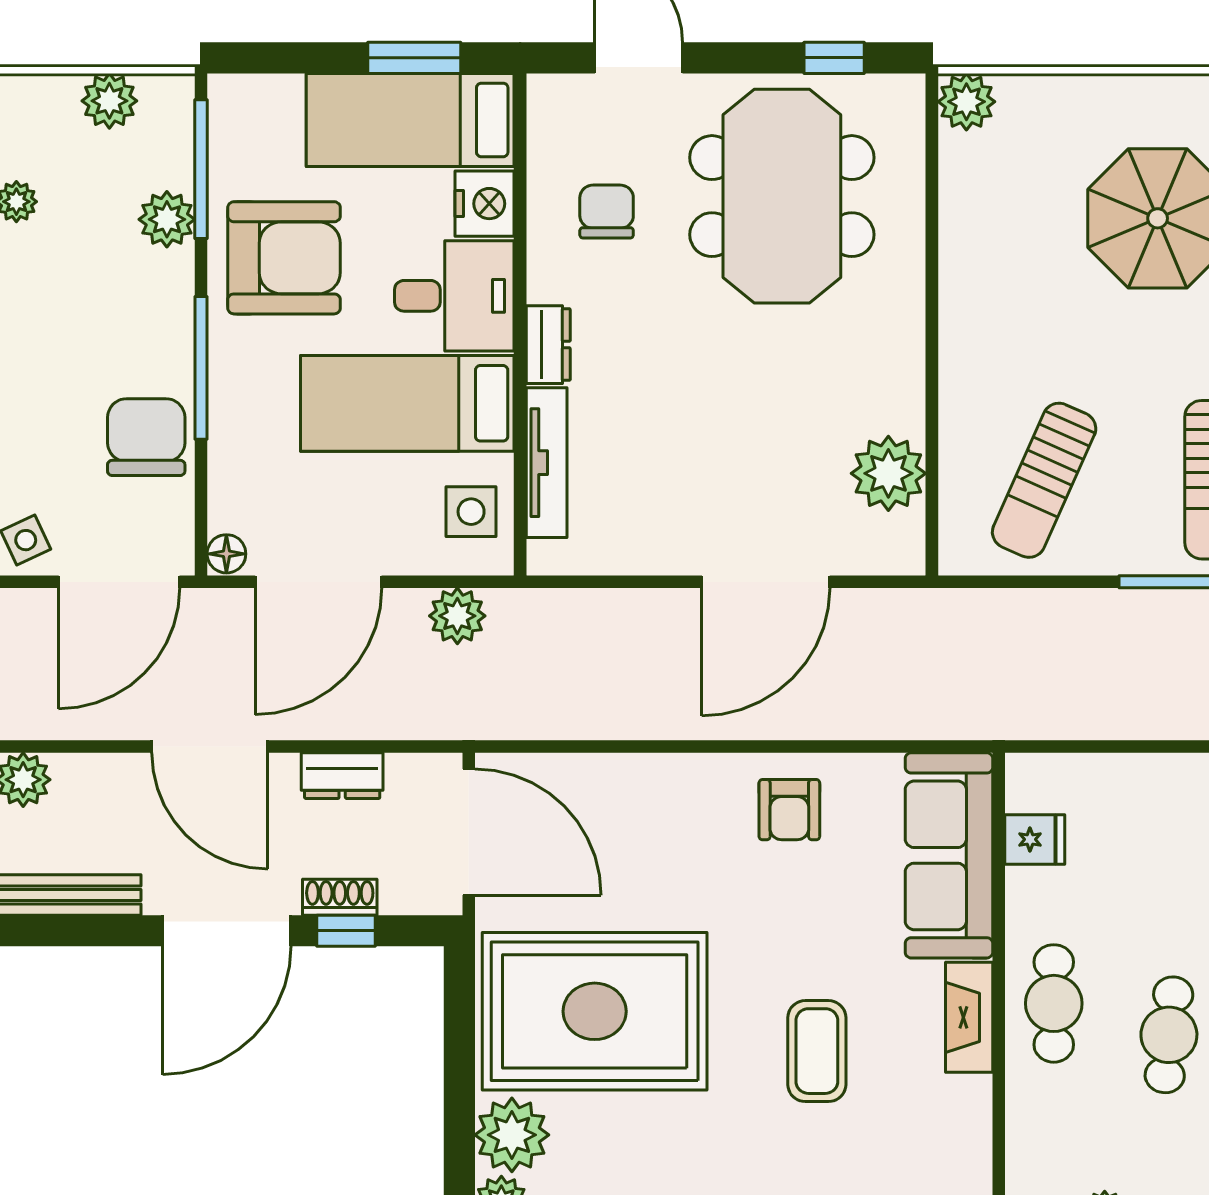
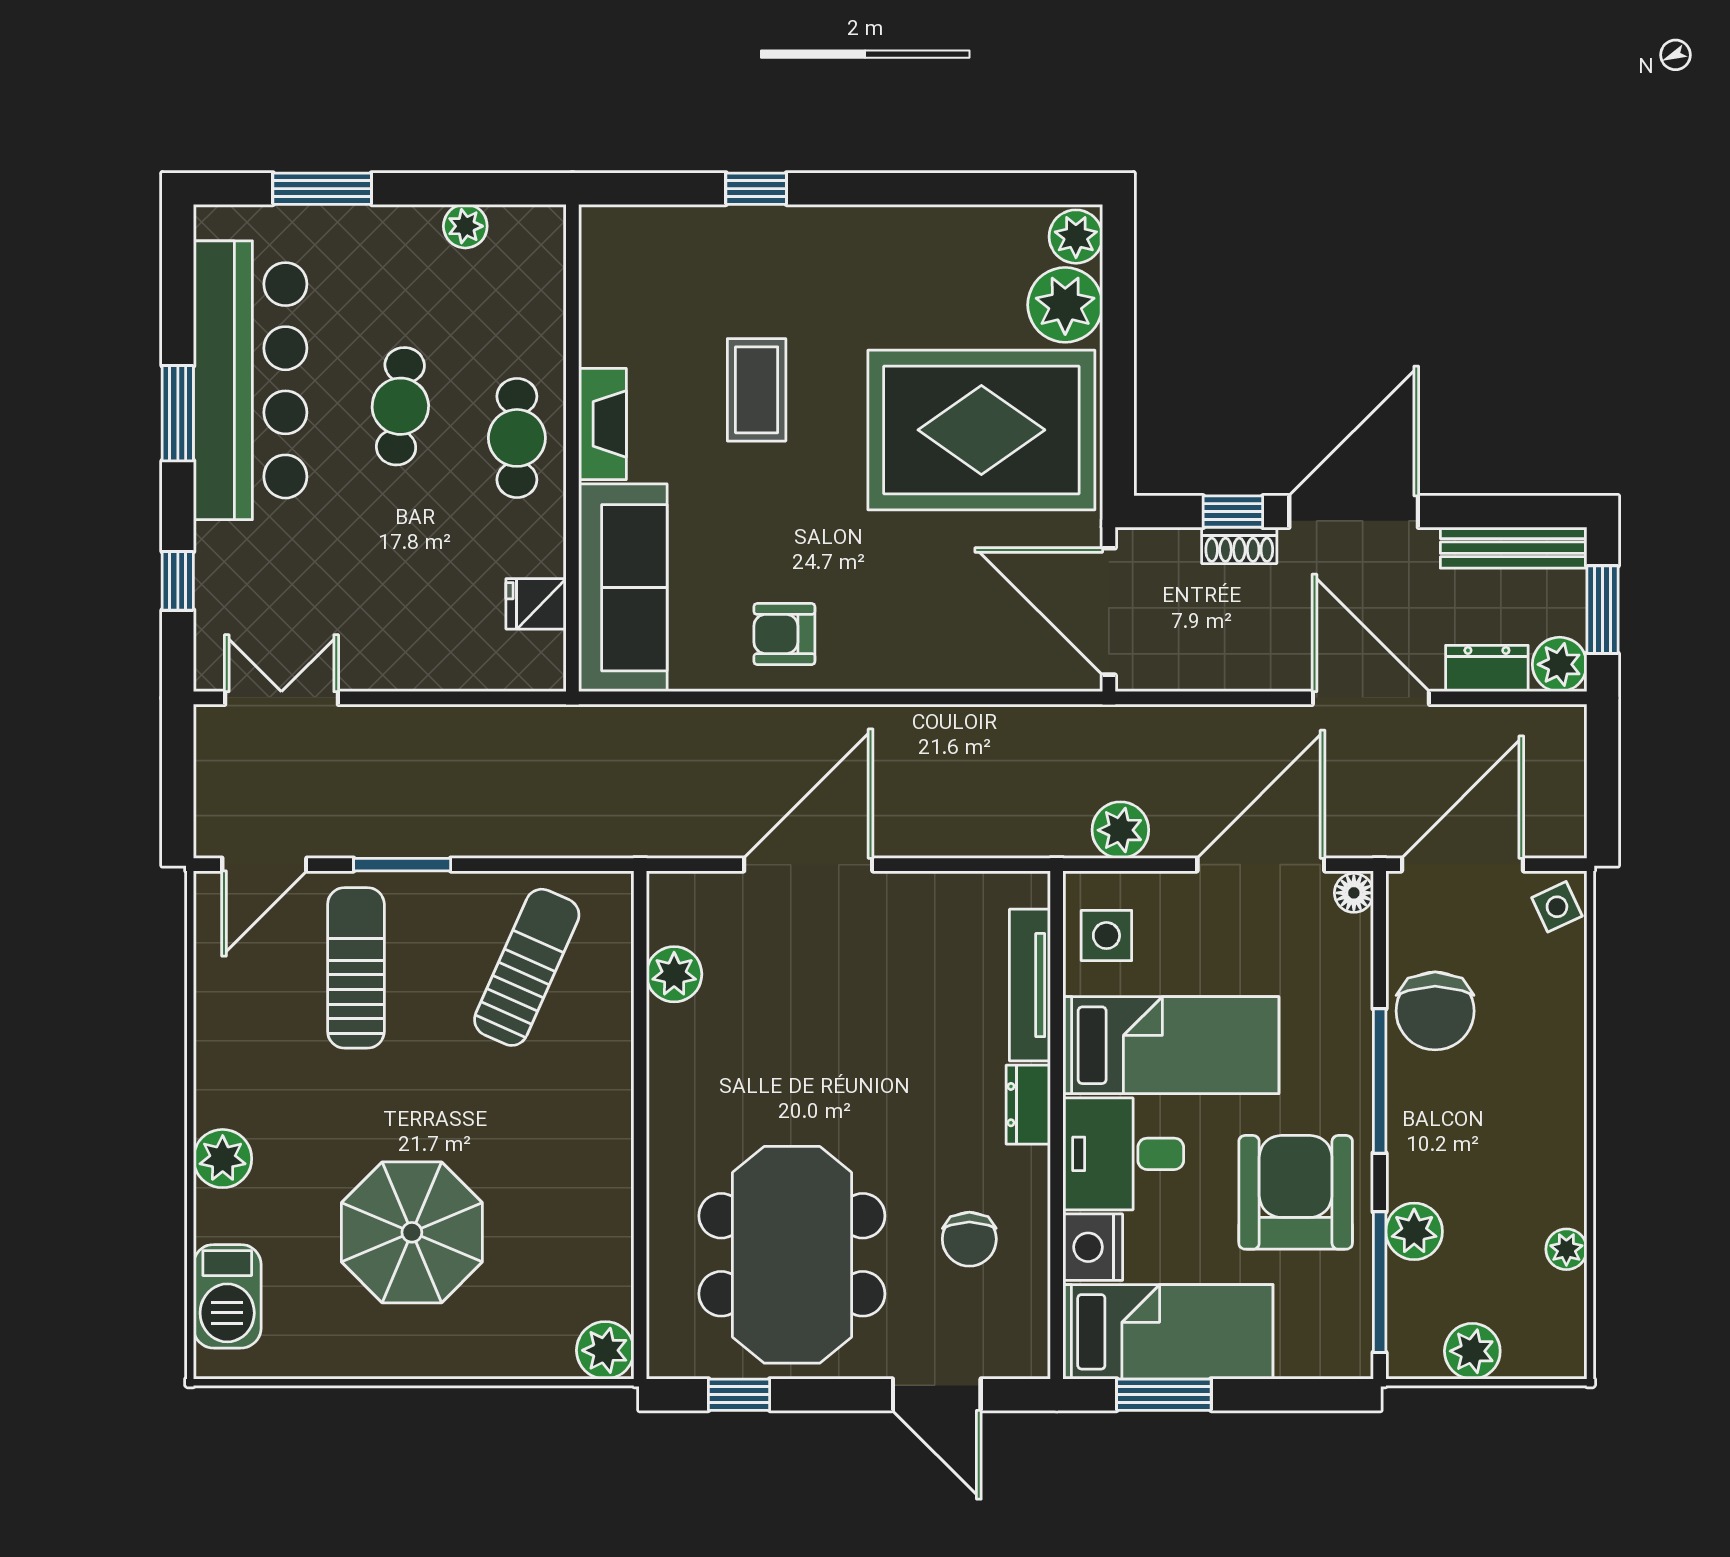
armchair: (284, 258) -> (1296, 1192), turned 90
plant: (888, 473) -> (674, 974), width x0.73, depth x0.73
dresser: (342, 776) -> (1487, 669), moved
armchair: (789, 810) -> (784, 634), turned -90

